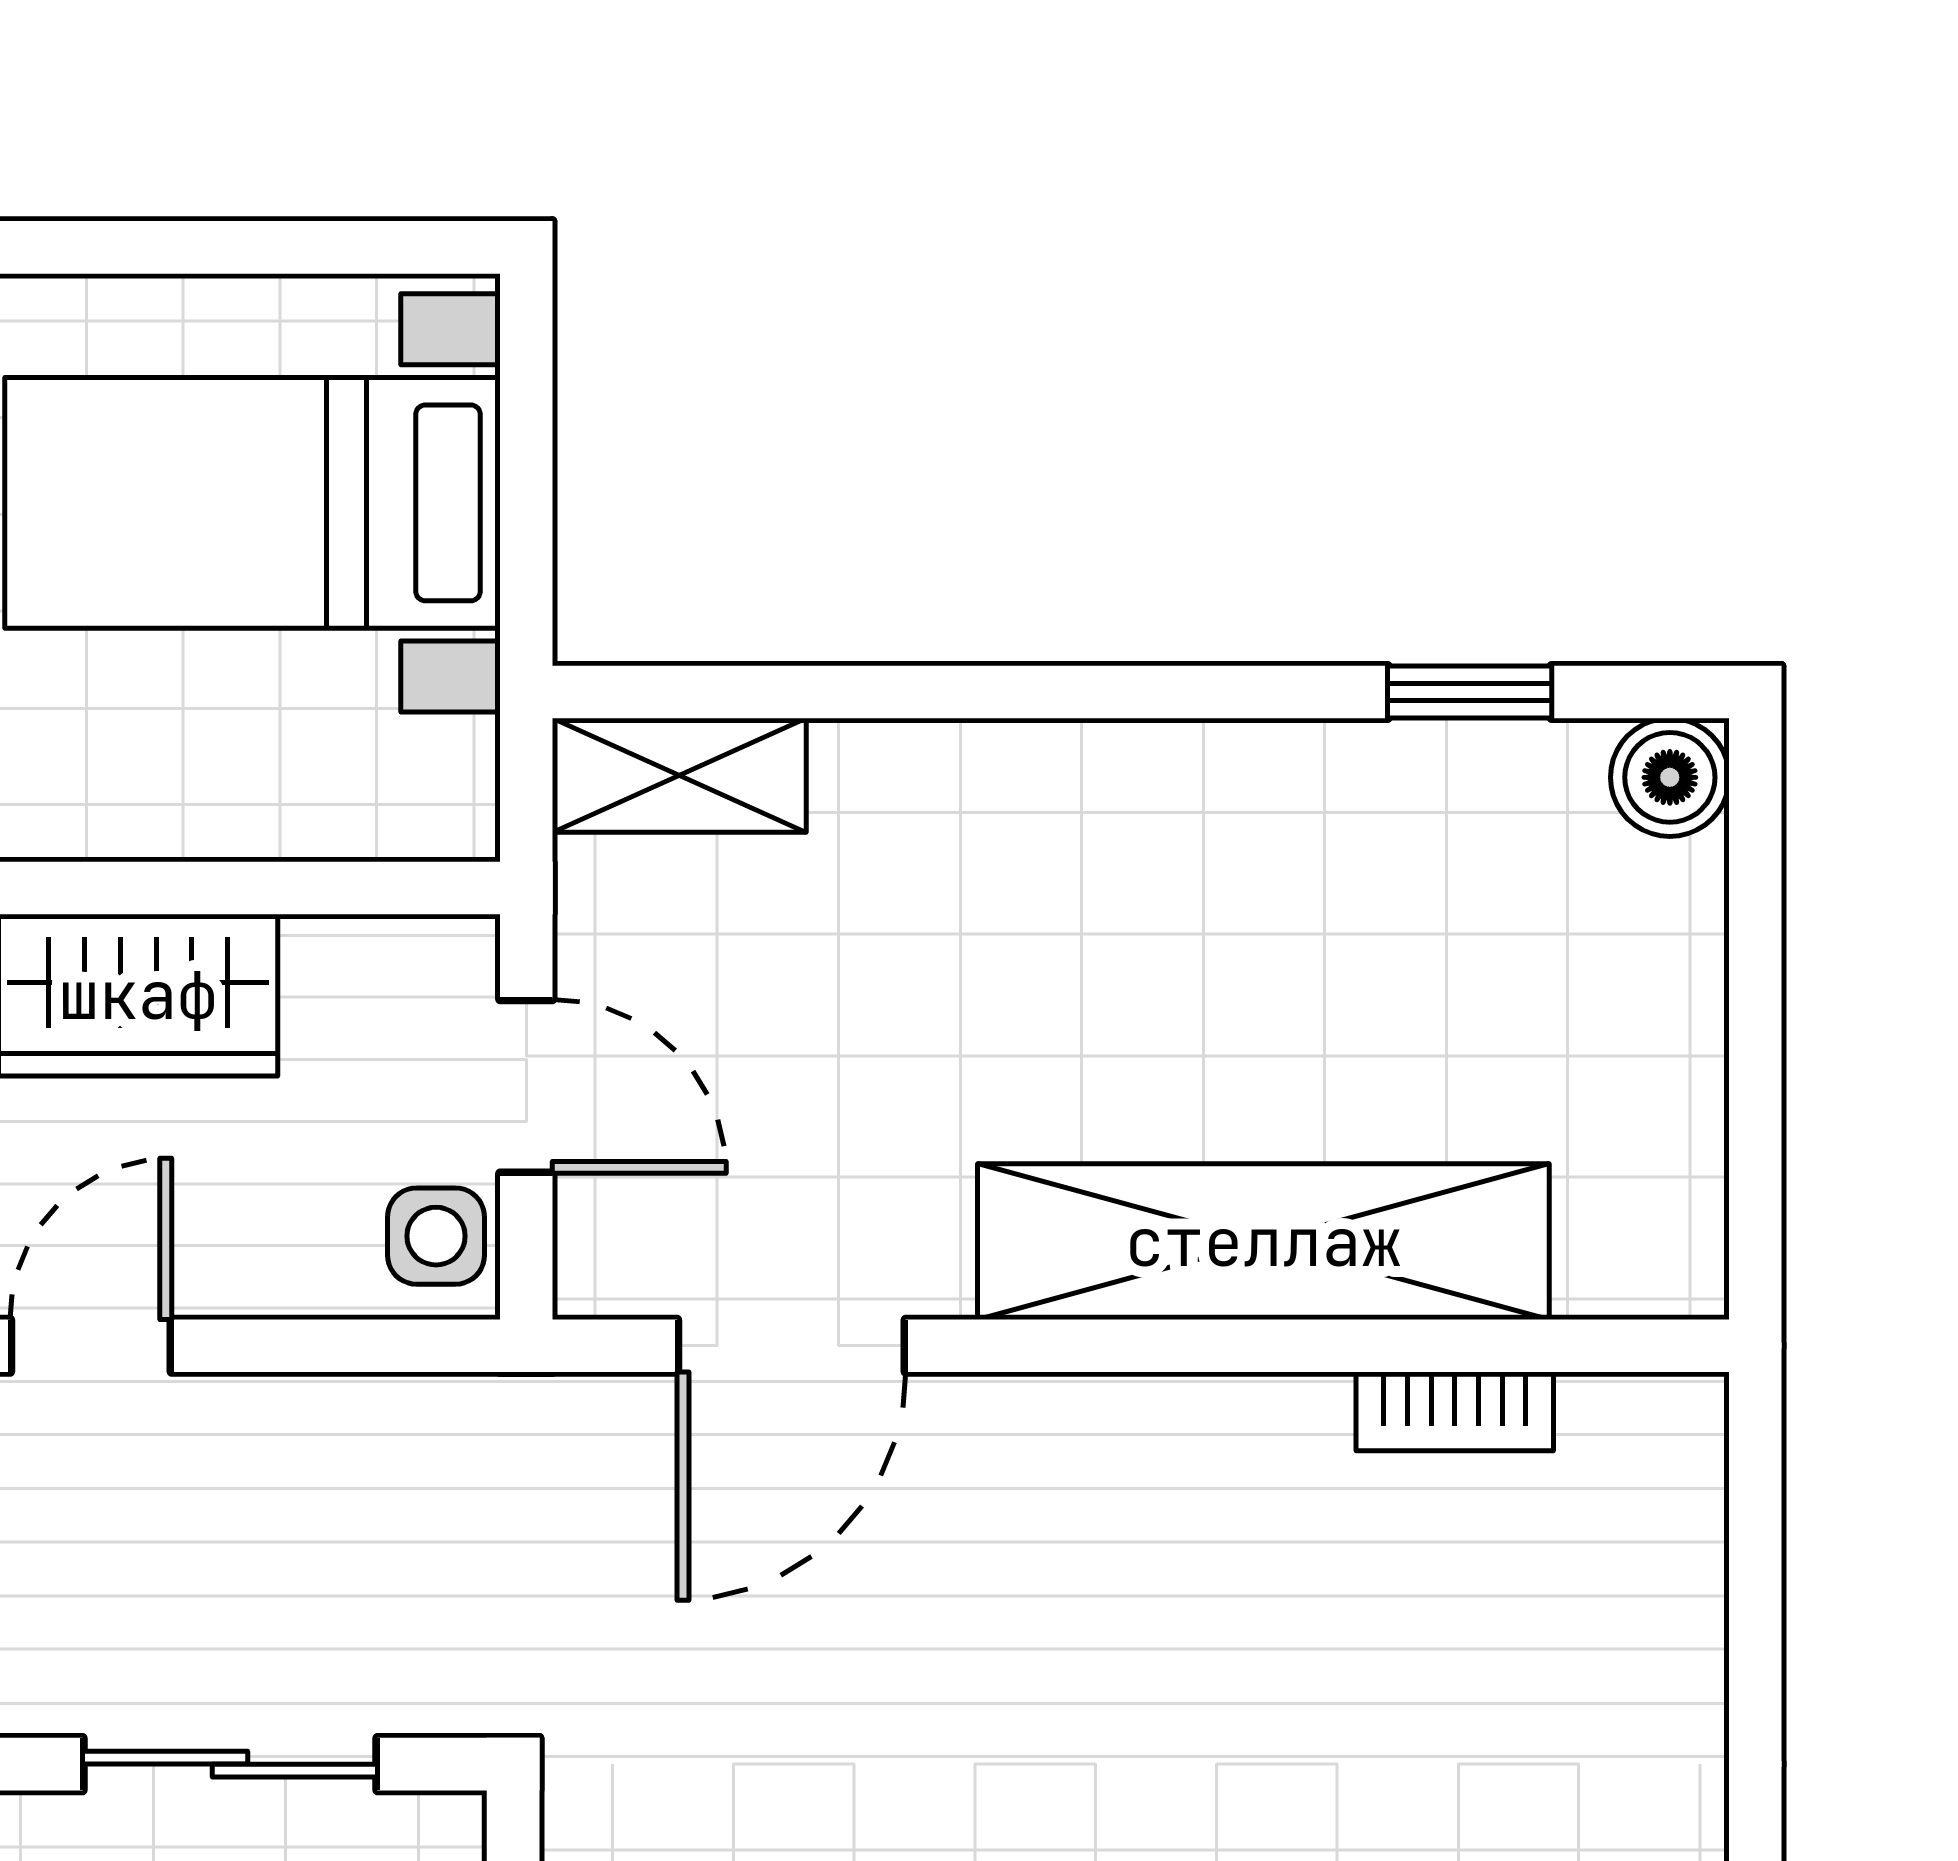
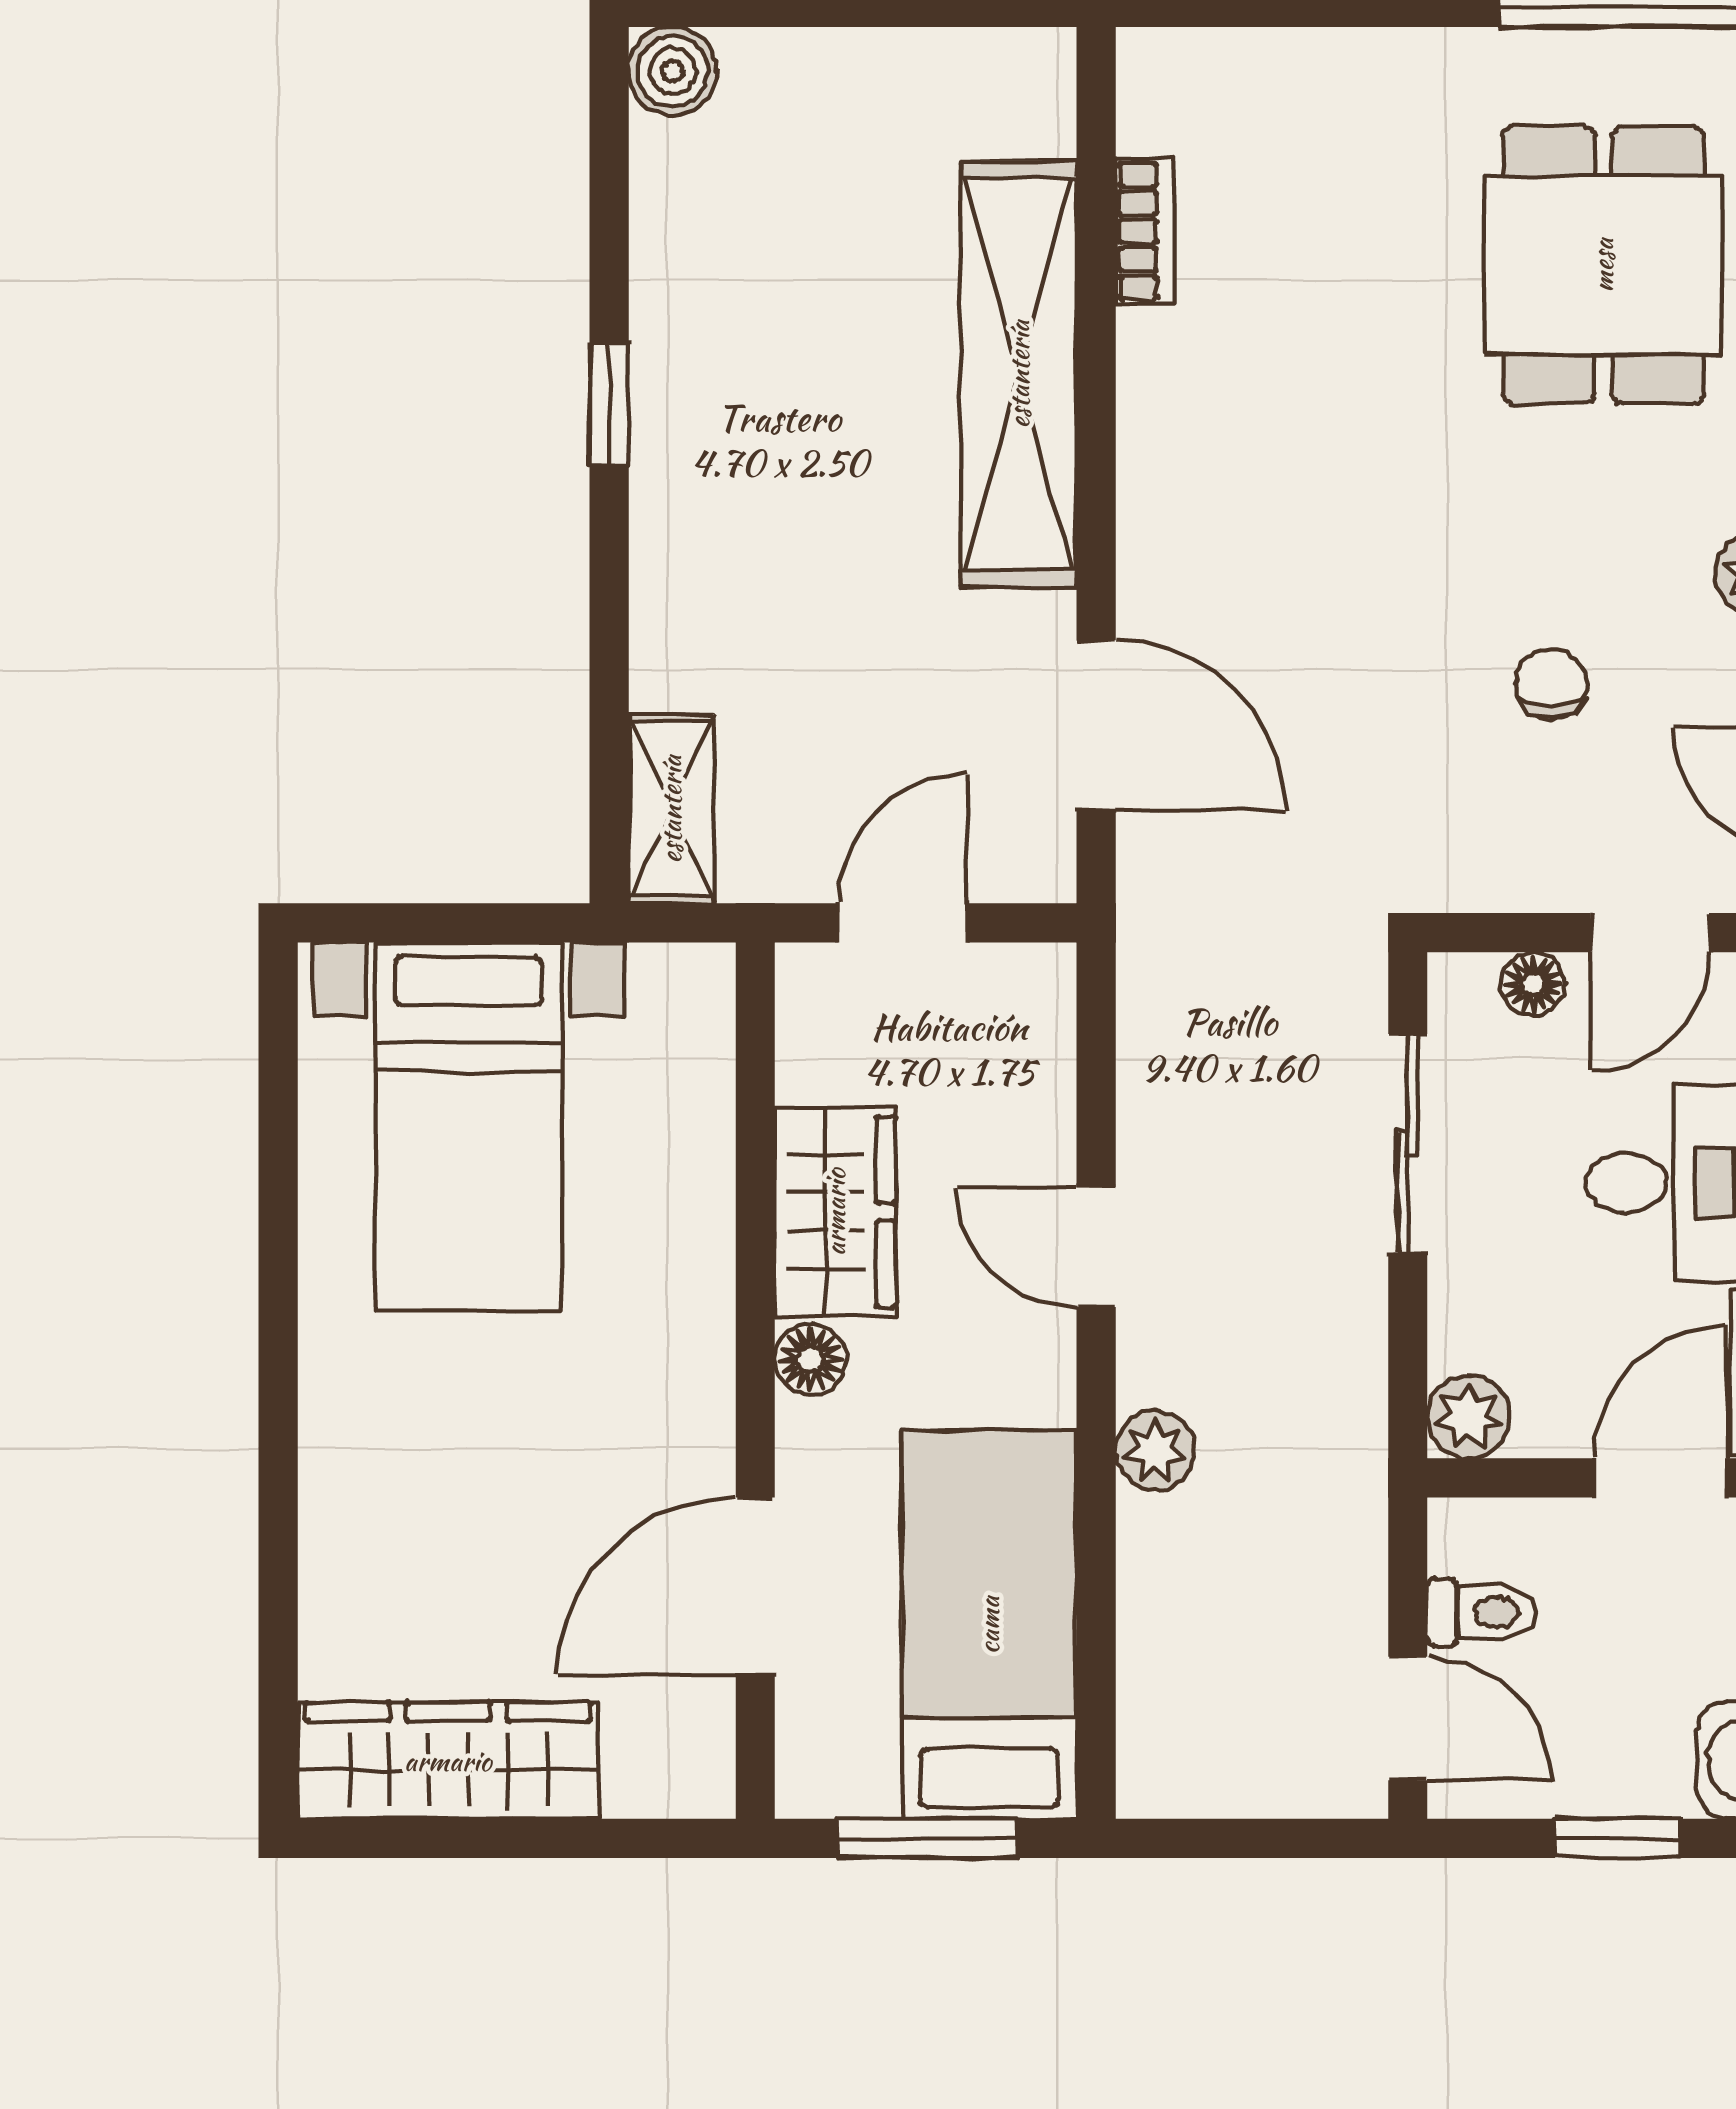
window: (1470, 692) -> (609, 404), moved
side table: (436, 1236) -> (1014, 990), removed

